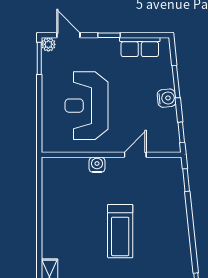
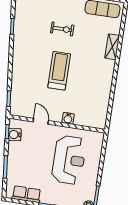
water cooler: (167, 98) -> (15, 135), moved
door: (135, 155) -> (41, 121), swing flipped

